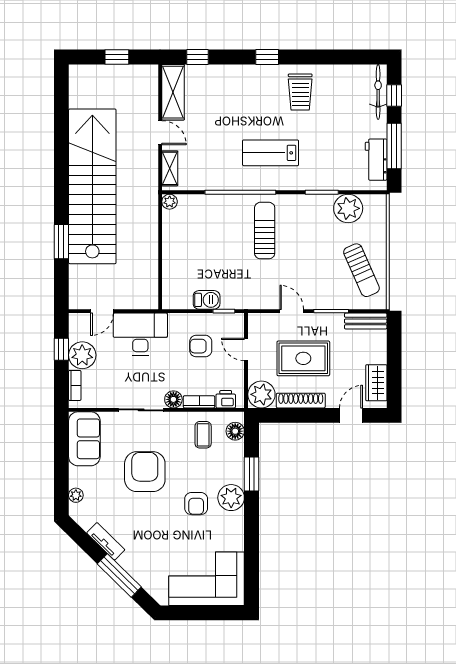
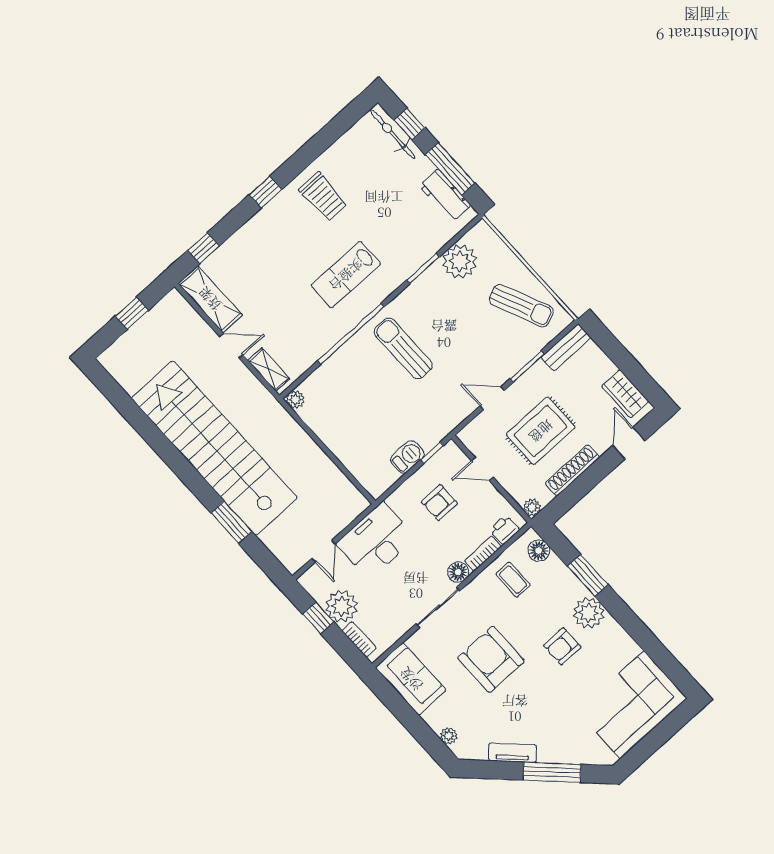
plant: (261, 394) -> (532, 507), width x0.53, depth x0.53
armchair: (196, 504) -> (562, 646), turned 90

